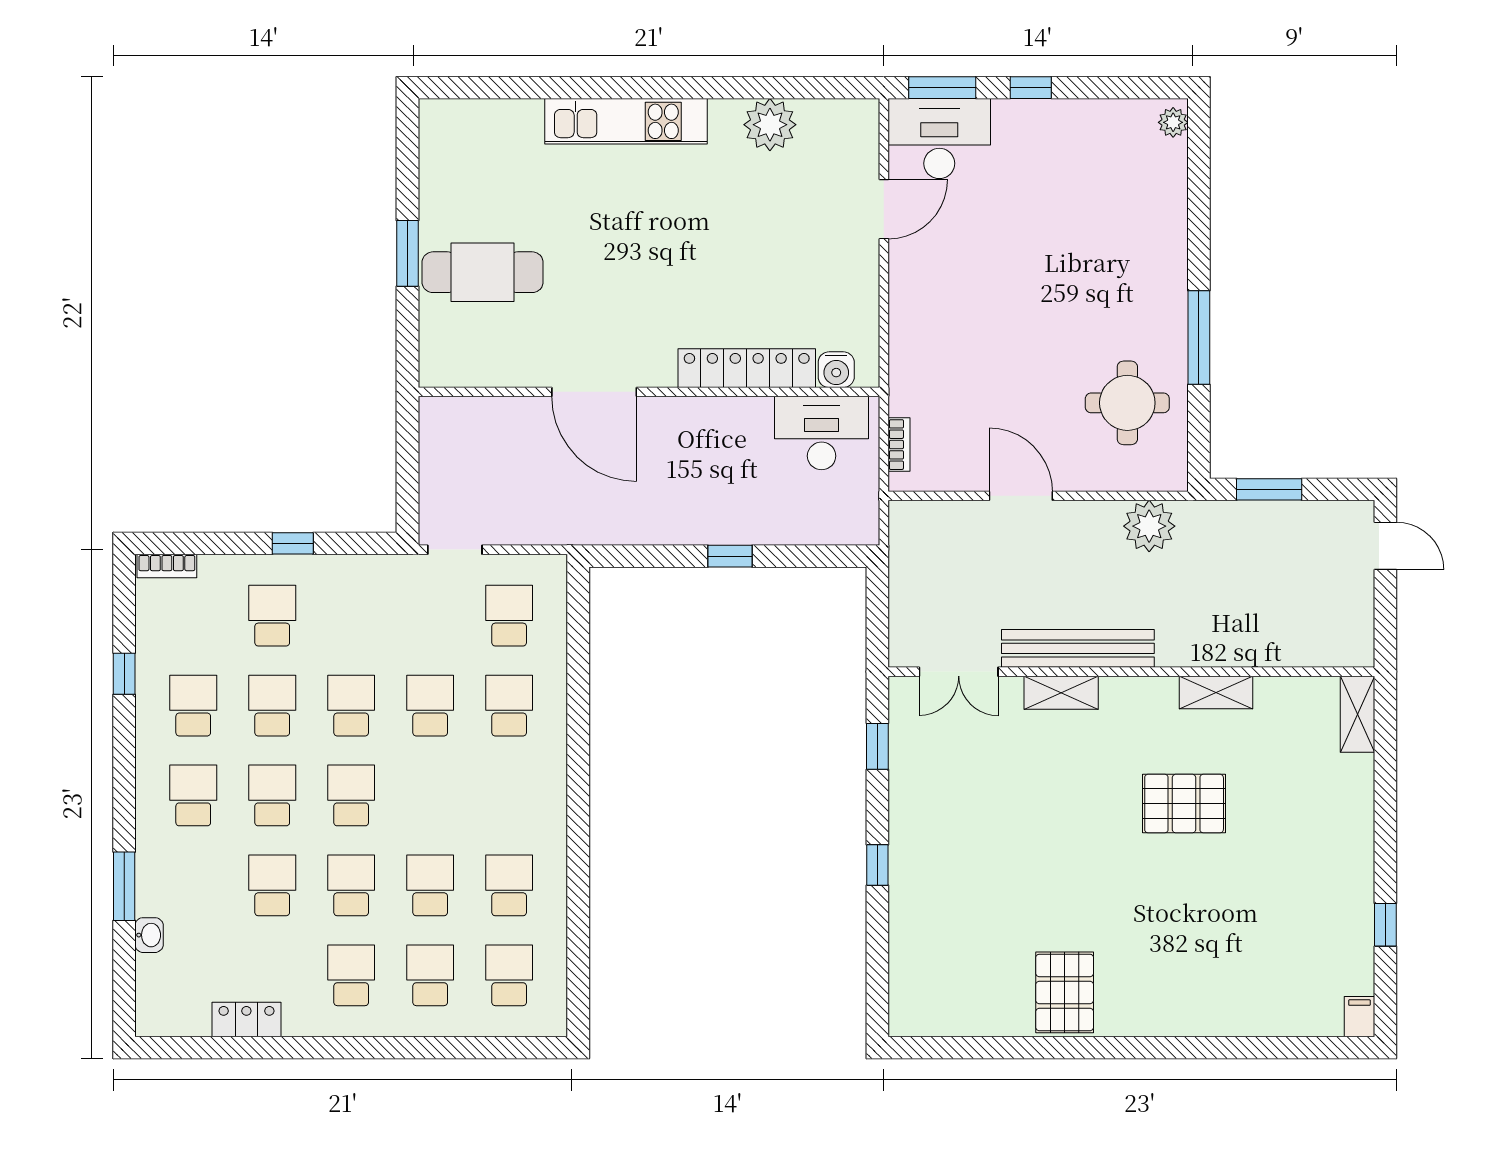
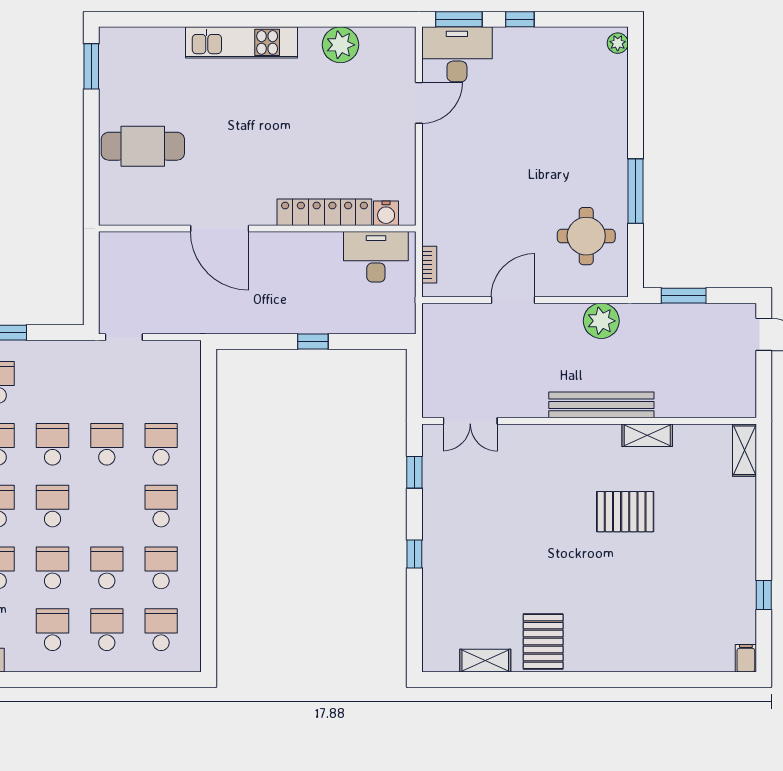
window: (407, 253) -> (91, 66), moved
door: (1021, 496) -> (513, 300), hinge flipped
school desk: (509, 616) -> (161, 506), moved
bench: (1078, 648) -> (601, 405), moved
shelving: (1061, 693) -> (485, 661), moved

